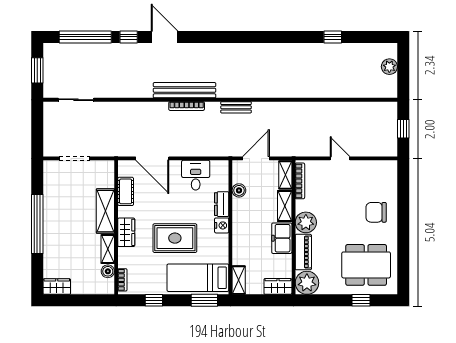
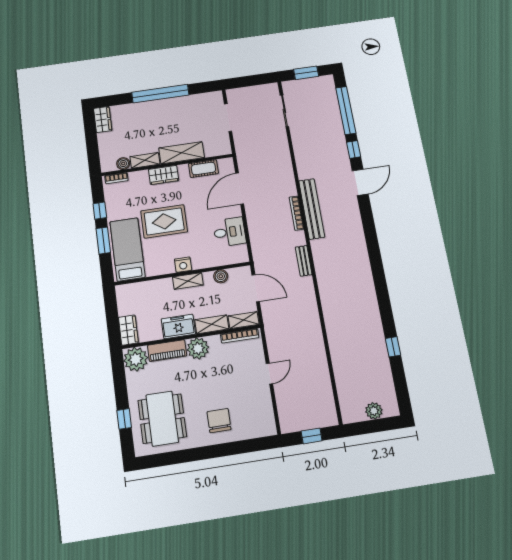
dresser: (222, 204) -> (204, 261), removed
rug: (175, 238) -> (164, 221), turned 90
shelving: (239, 280) -> (188, 281), moved
window: (204, 300) -> (103, 241), moved

